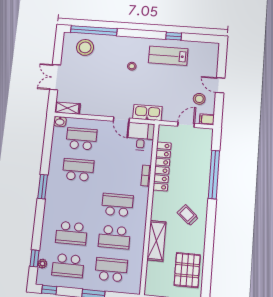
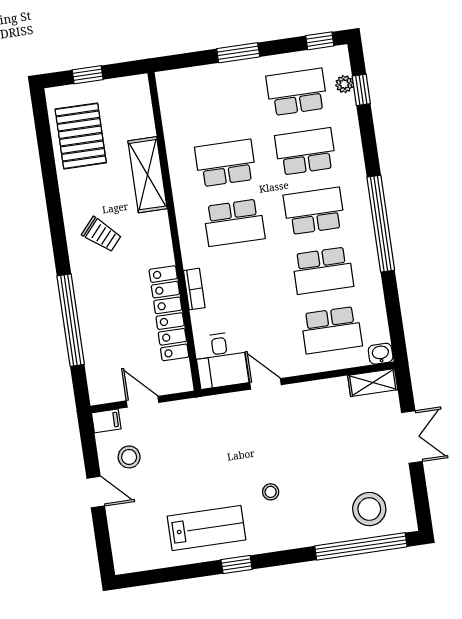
window: (174, 36) -> (237, 564), moved
kitchen sink: (147, 113) -> (220, 408), removed
door: (186, 125) -> (143, 402), swing flipped
window: (43, 187) -> (381, 224), width x2.11
school desk: (111, 270) -> (314, 211), moved, turned 180

